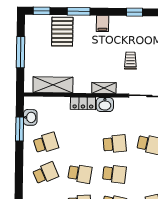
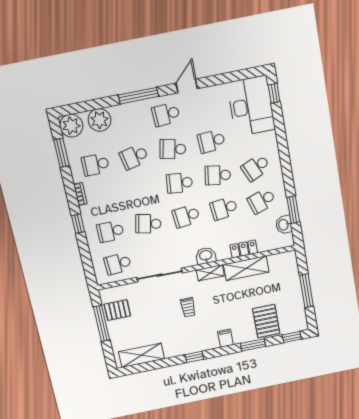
shelving: (53, 85) -> (246, 268), moved
locker: (83, 103) -> (244, 249), moved
school desk: (80, 143) -> (224, 208), added

